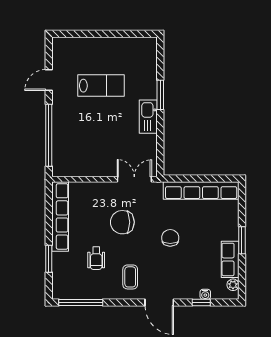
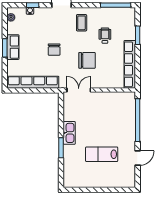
double door: (134, 179) -> (79, 90), swing flipped
row of seats: (230, 259) -> (13, 47), moved

